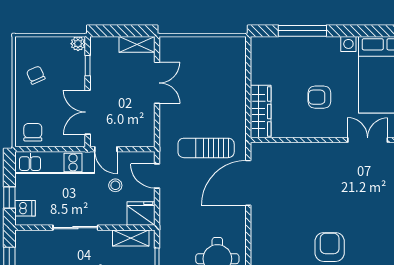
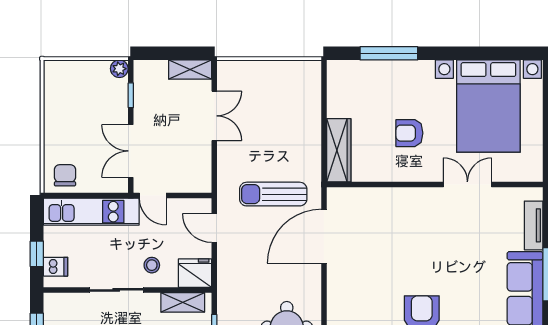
chair: (36, 75) -> (68, 107), removed
stool: (115, 185) -> (152, 265), moved

